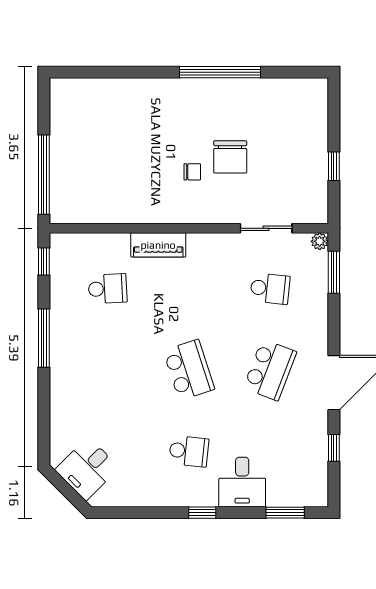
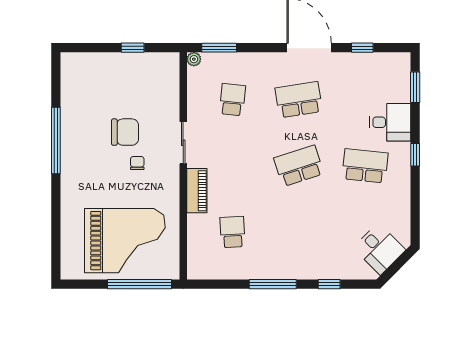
grand piano: (97, 157) -> (125, 241), added
sliding door: (266, 228) -> (183, 143), moved
window: (44, 262) -> (329, 284), moved
school desk: (270, 370) -> (299, 100), turned -30
school desk: (189, 451) -> (365, 166), width x1.85

